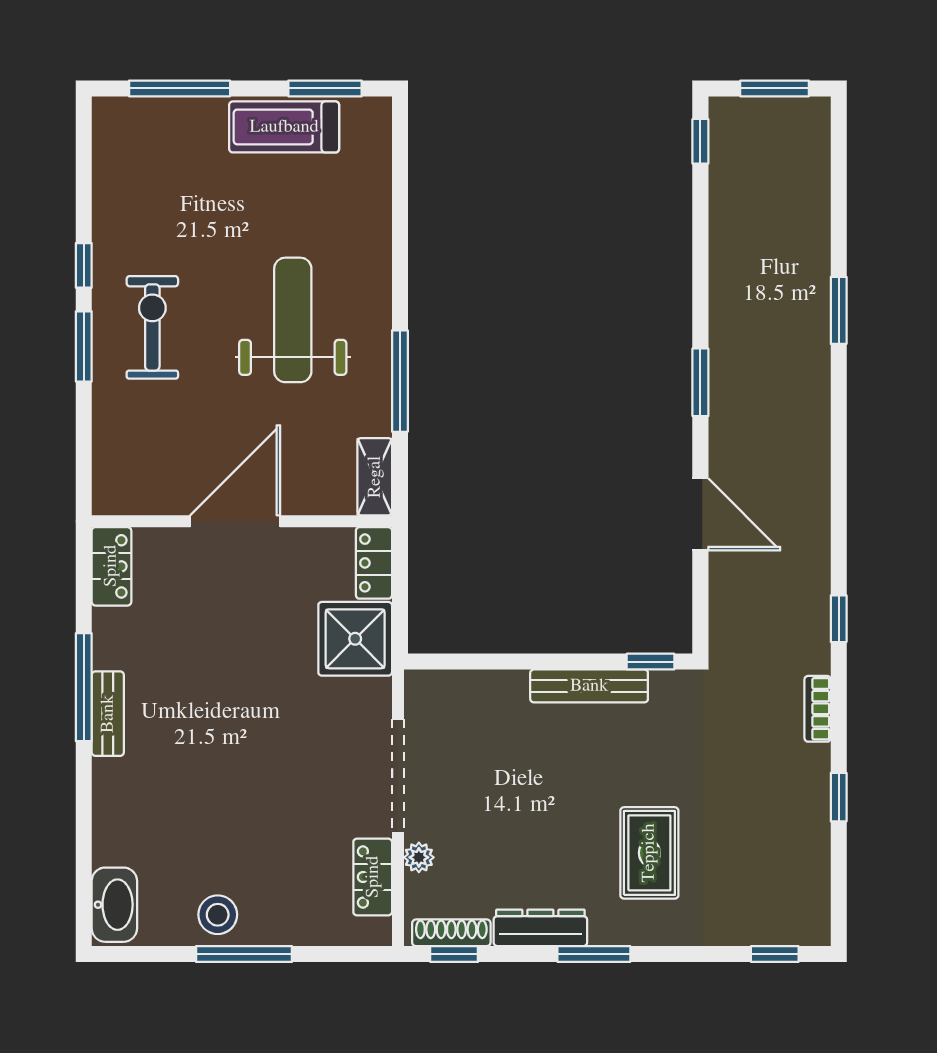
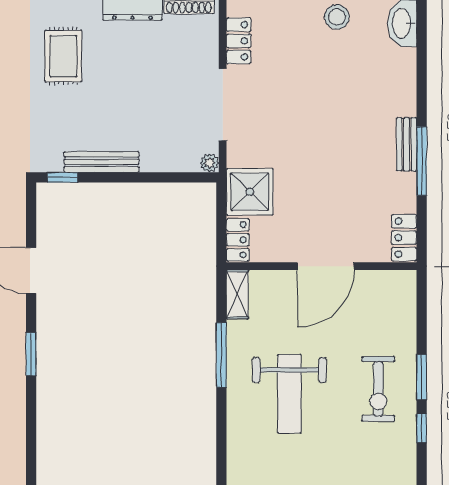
plant: (419, 857) -> (209, 163), moved

